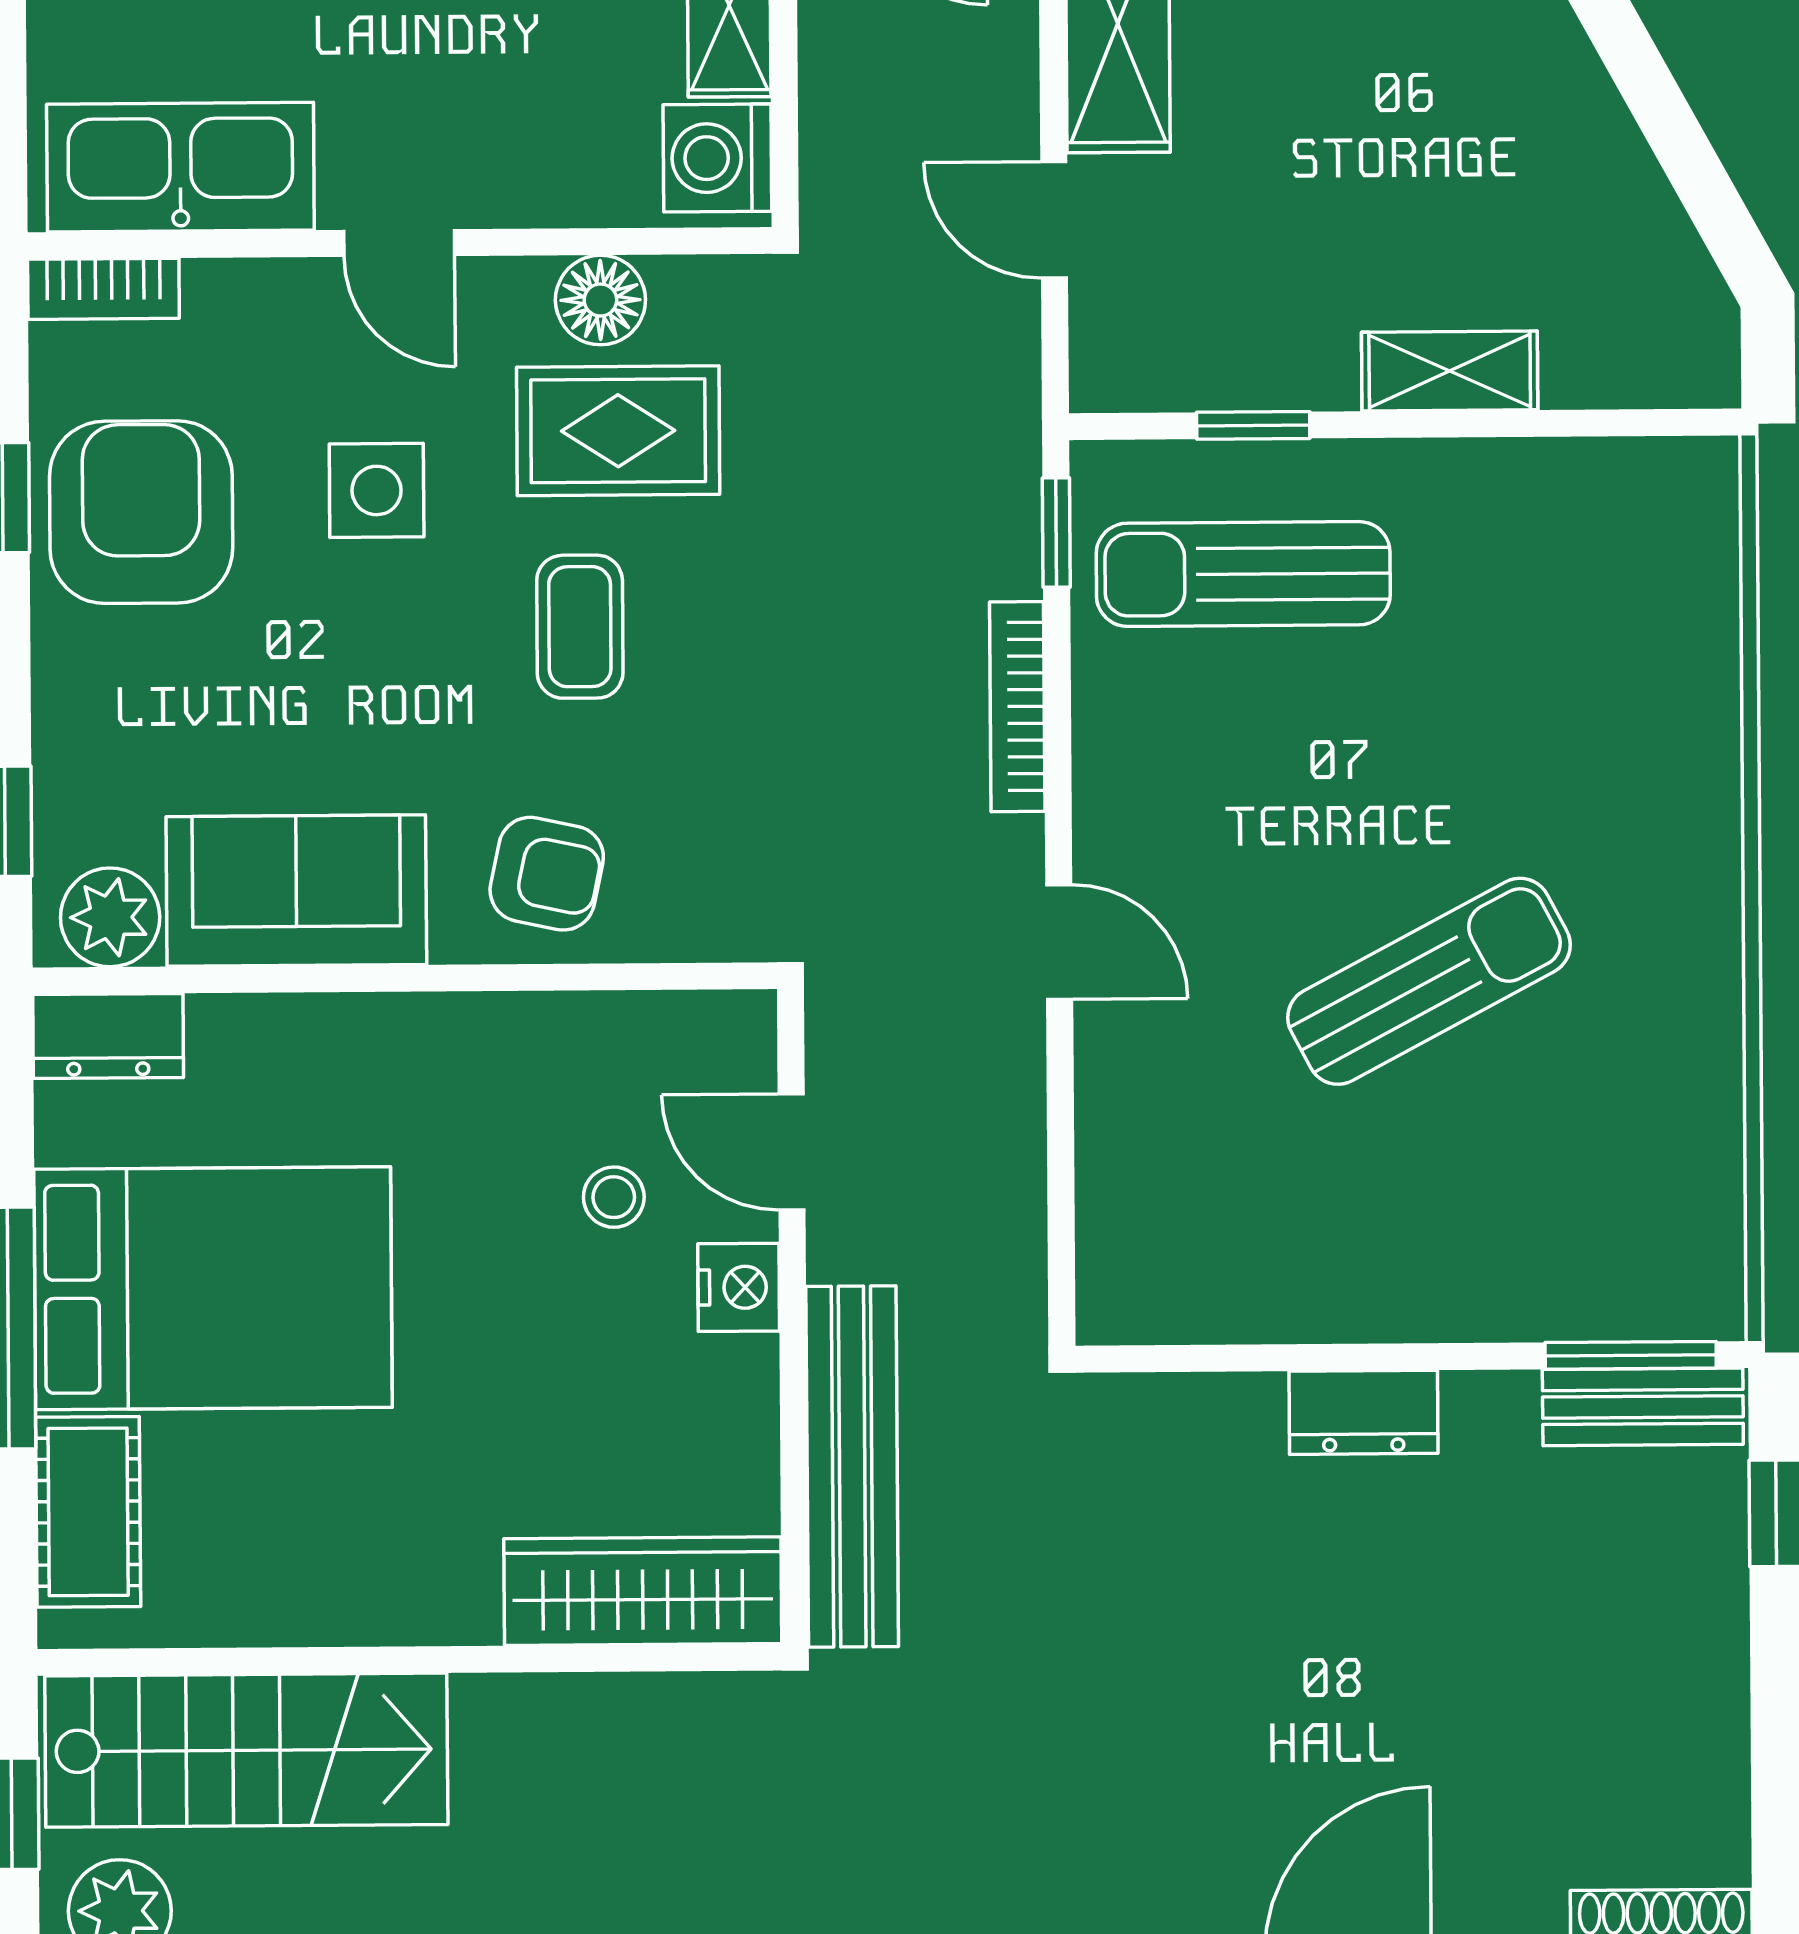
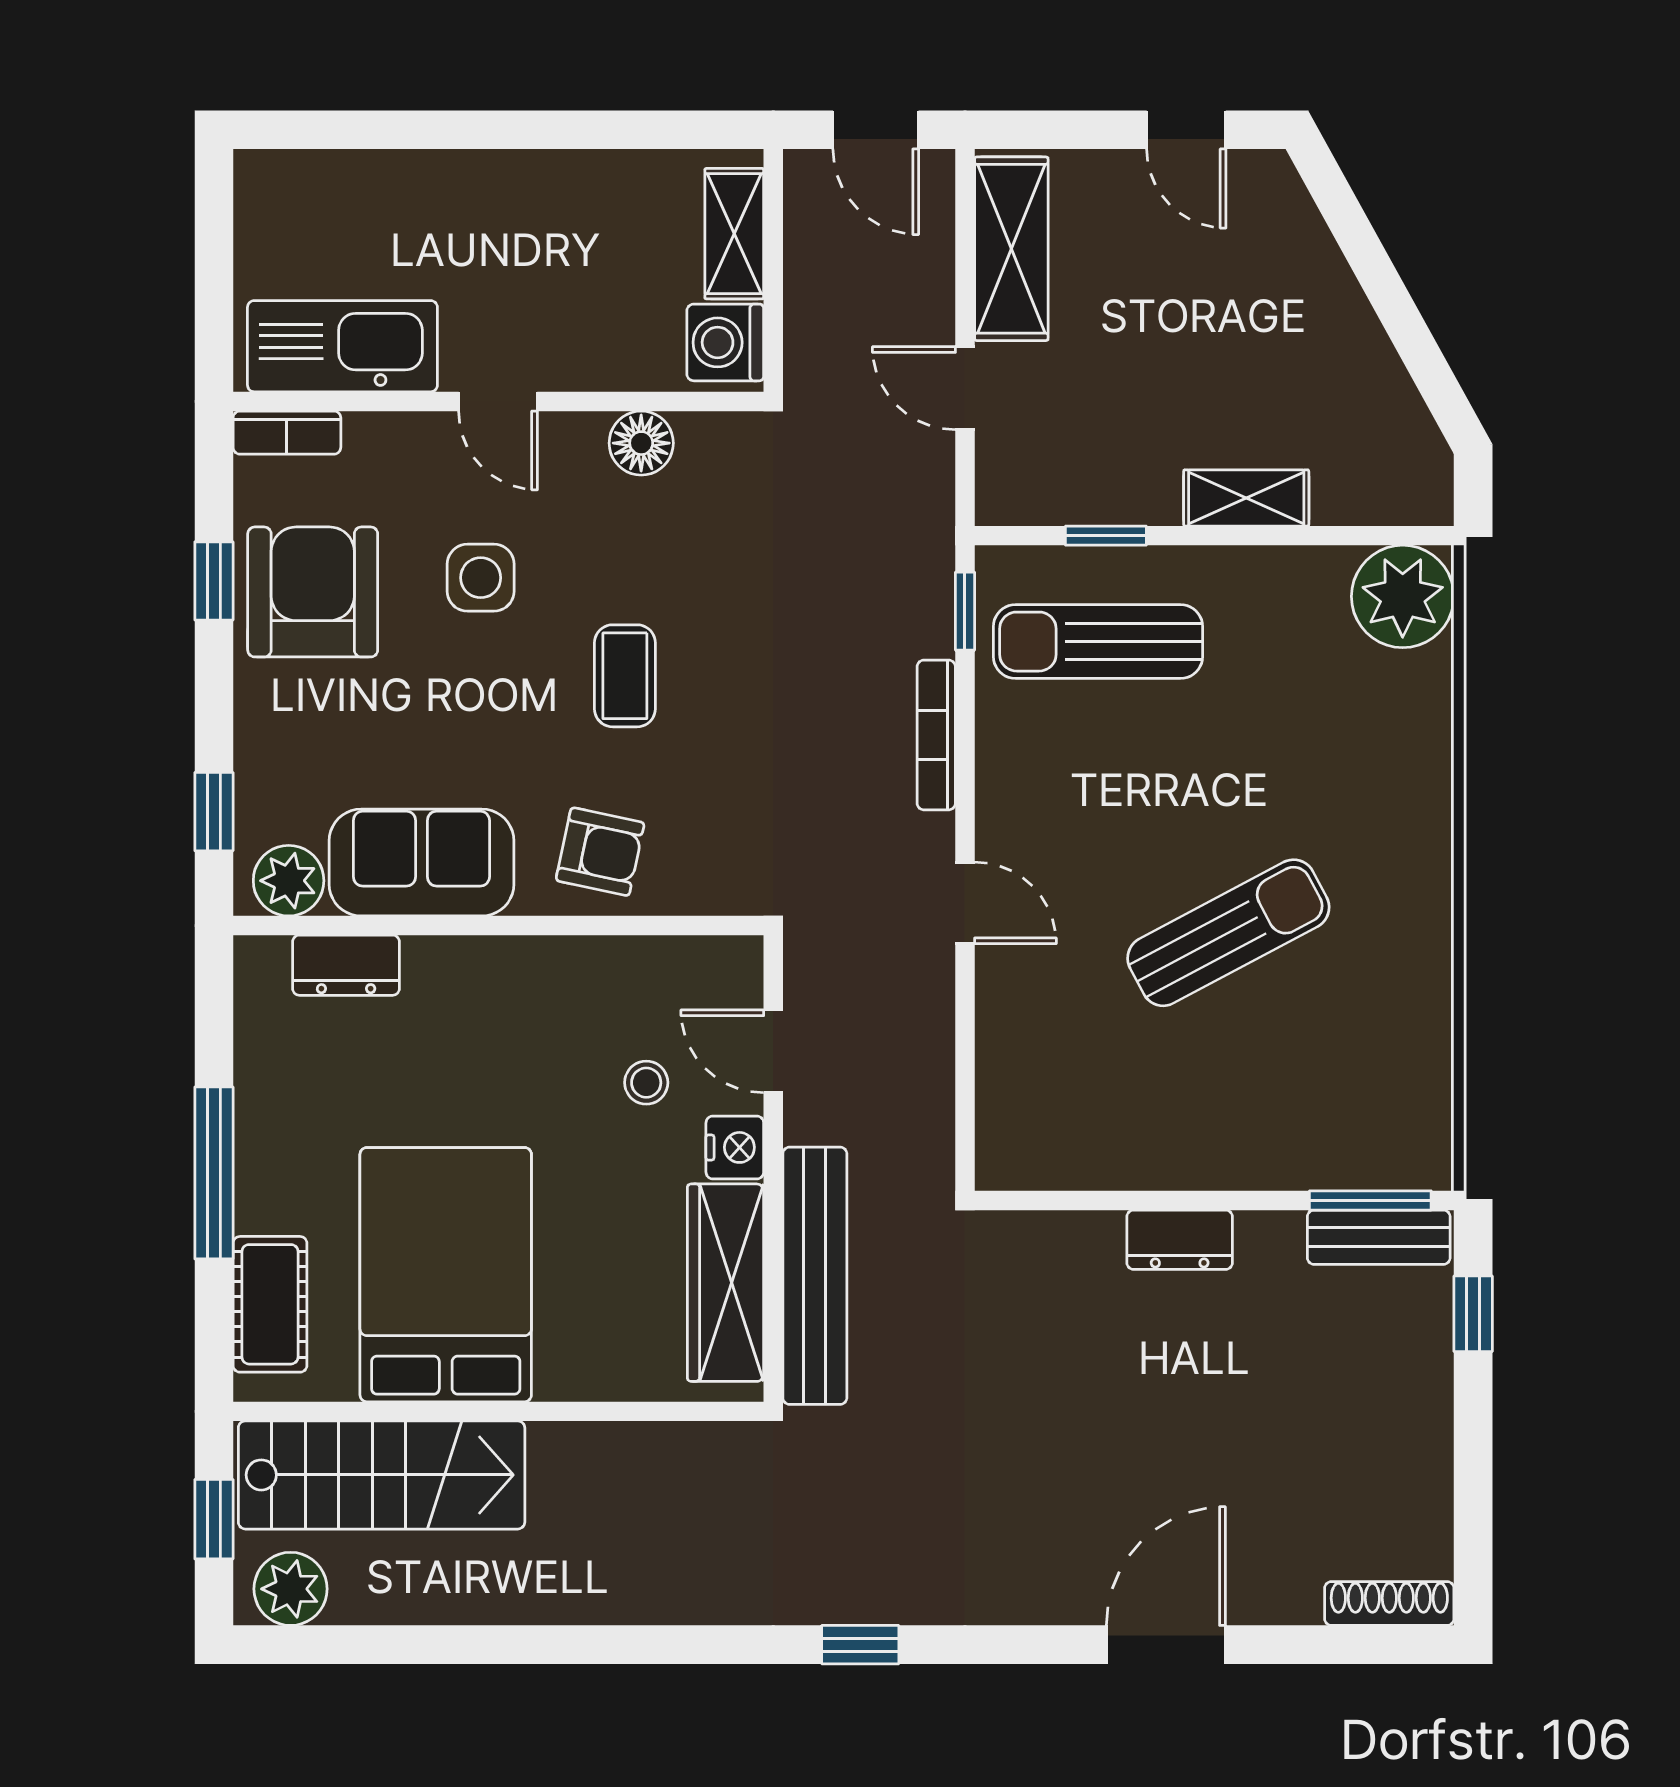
rug: (618, 431) -> (653, 536), removed
plant: (1670, 508) -> (1403, 596), added
dresser: (108, 1036) -> (346, 965), moved
bed: (213, 1288) -> (446, 1275), moved, turned -90
wardrobe: (643, 1591) -> (725, 1283), moved, turned -90

